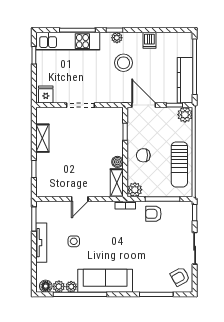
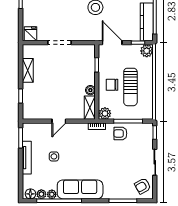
sun lounger: (179, 164) -> (130, 87), moved

